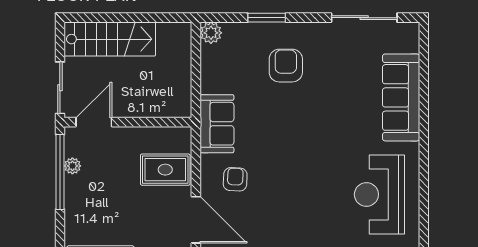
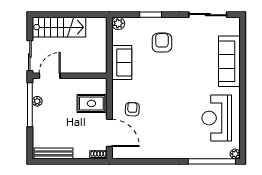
sofa: (217, 124) -> (122, 62), moved

